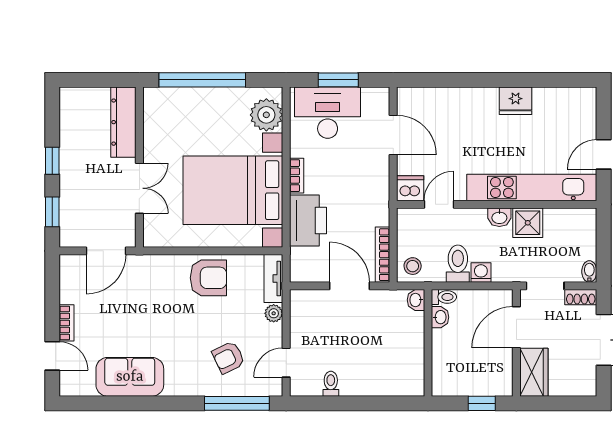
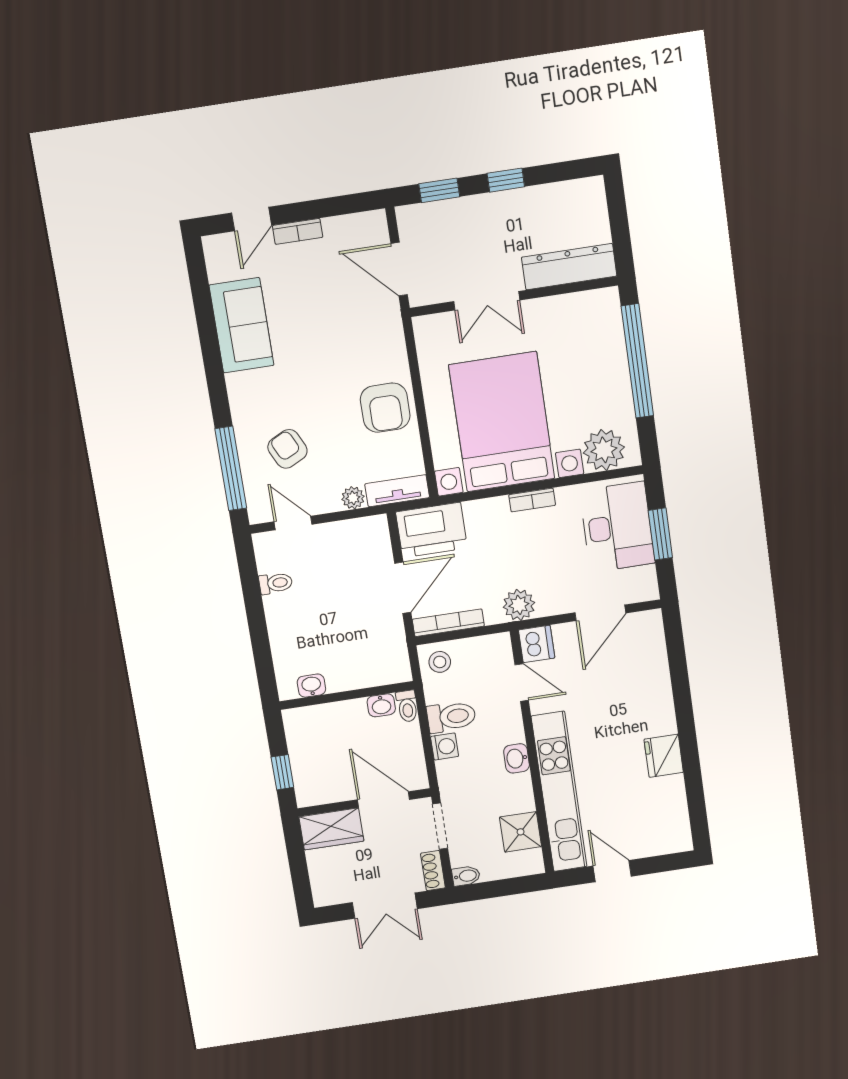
plant: (377, 198) -> (519, 605), added
printer: (308, 221) -> (432, 530), moved
shower: (528, 223) -> (521, 832), moved
washbasin: (416, 300) -> (311, 686), moved

